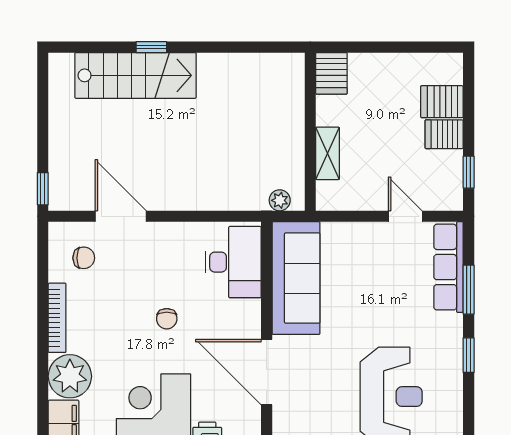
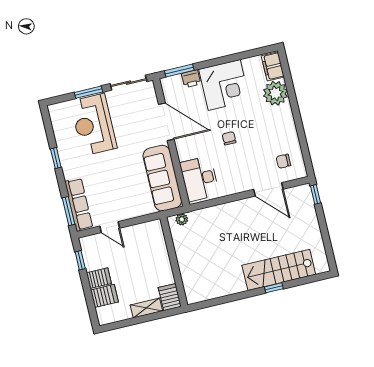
shelving: (328, 153) -> (146, 308), moved, turned 90
window: (469, 290) -> (68, 211), moved
bookcase: (57, 318) -> (290, 124), removed

